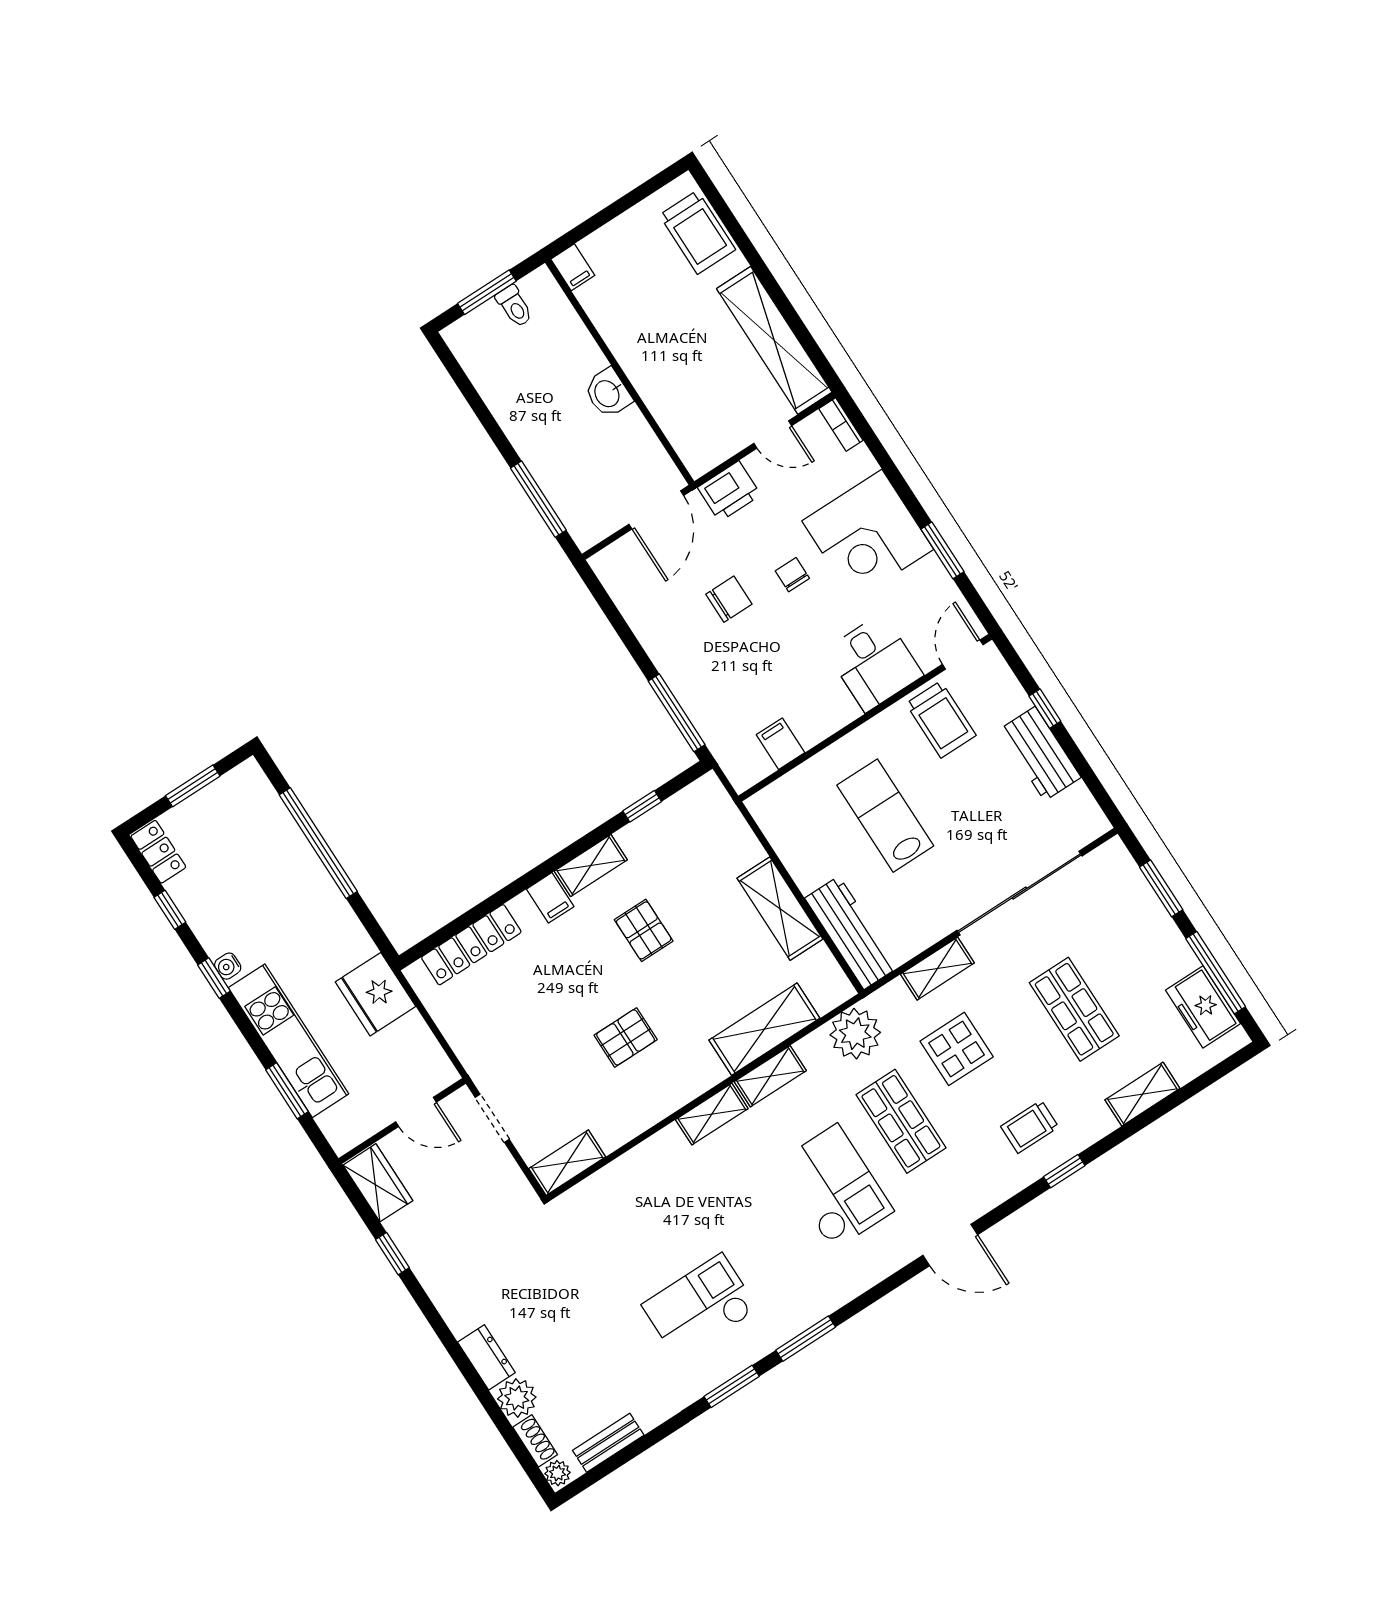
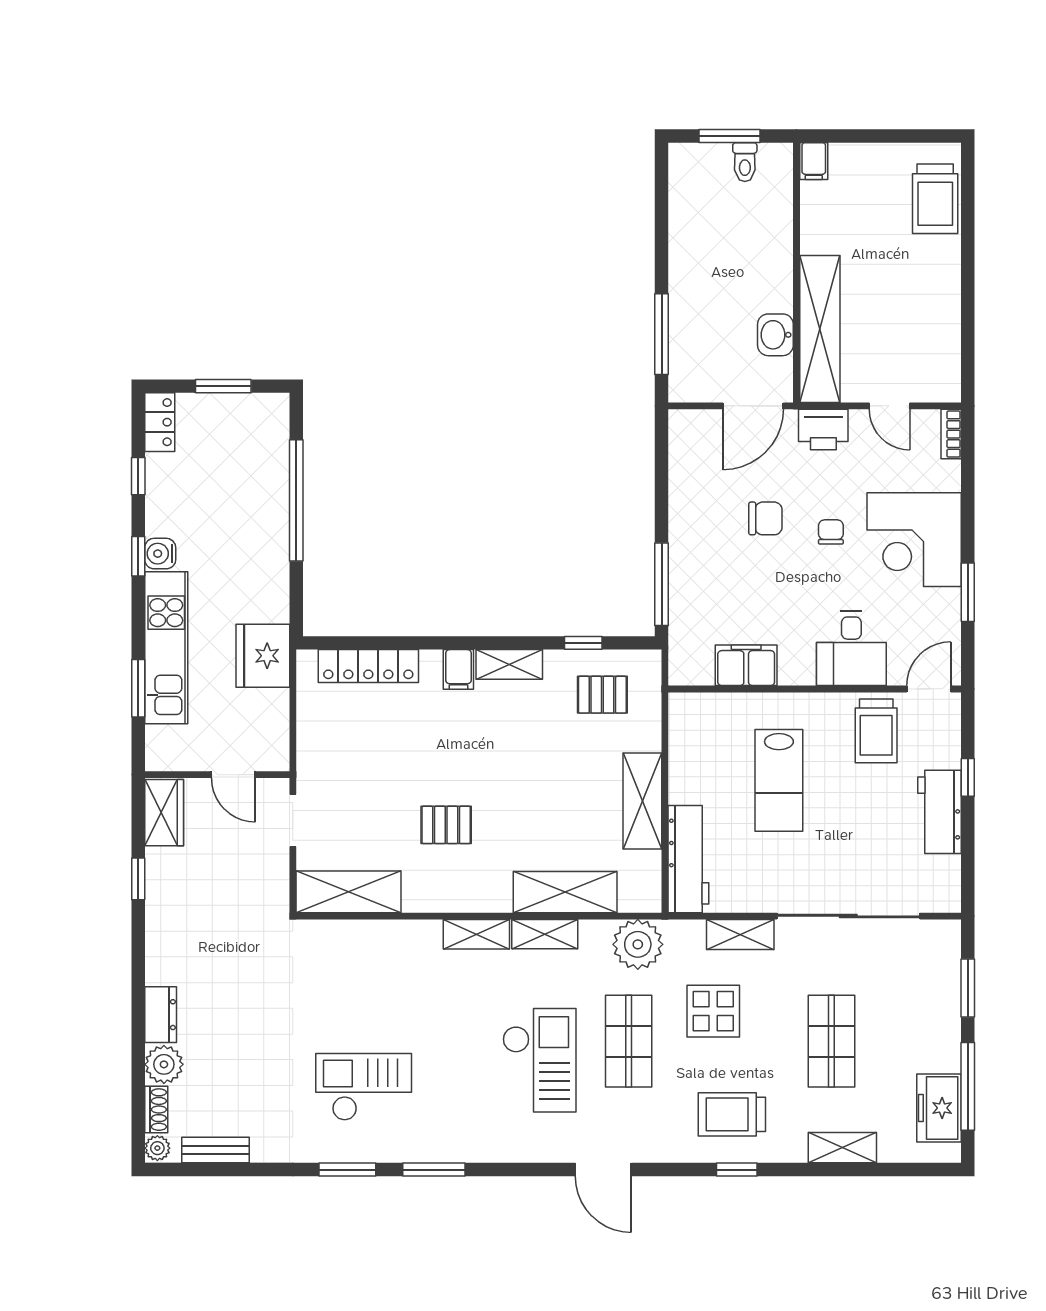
shelving: (774, 340) -> (820, 329), moved
washbasin: (608, 393) -> (775, 335), moved
filing cabinet: (780, 744) -> (746, 665), width x2.00
lab bench: (885, 816) -> (779, 780), turned 180
pallet: (644, 930) -> (602, 695), moved, turned 90
water cooler: (228, 966) -> (160, 554), width x1.38, depth x1.38
trolley: (1030, 1127) -> (732, 1114), width x1.36, depth x1.39
shelving: (567, 1163) -> (349, 892), width x1.50, depth x1.33

